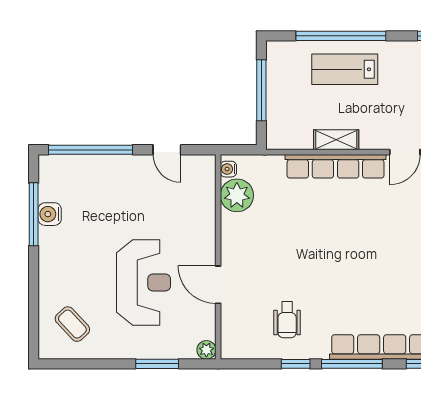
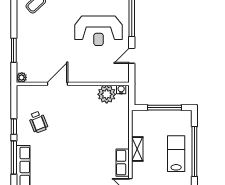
row of seats: (336, 166) -> (123, 163), width x0.50
reception desk: (143, 282) -> (98, 31), moved
wheelchair: (287, 320) -> (38, 122), turned -111

